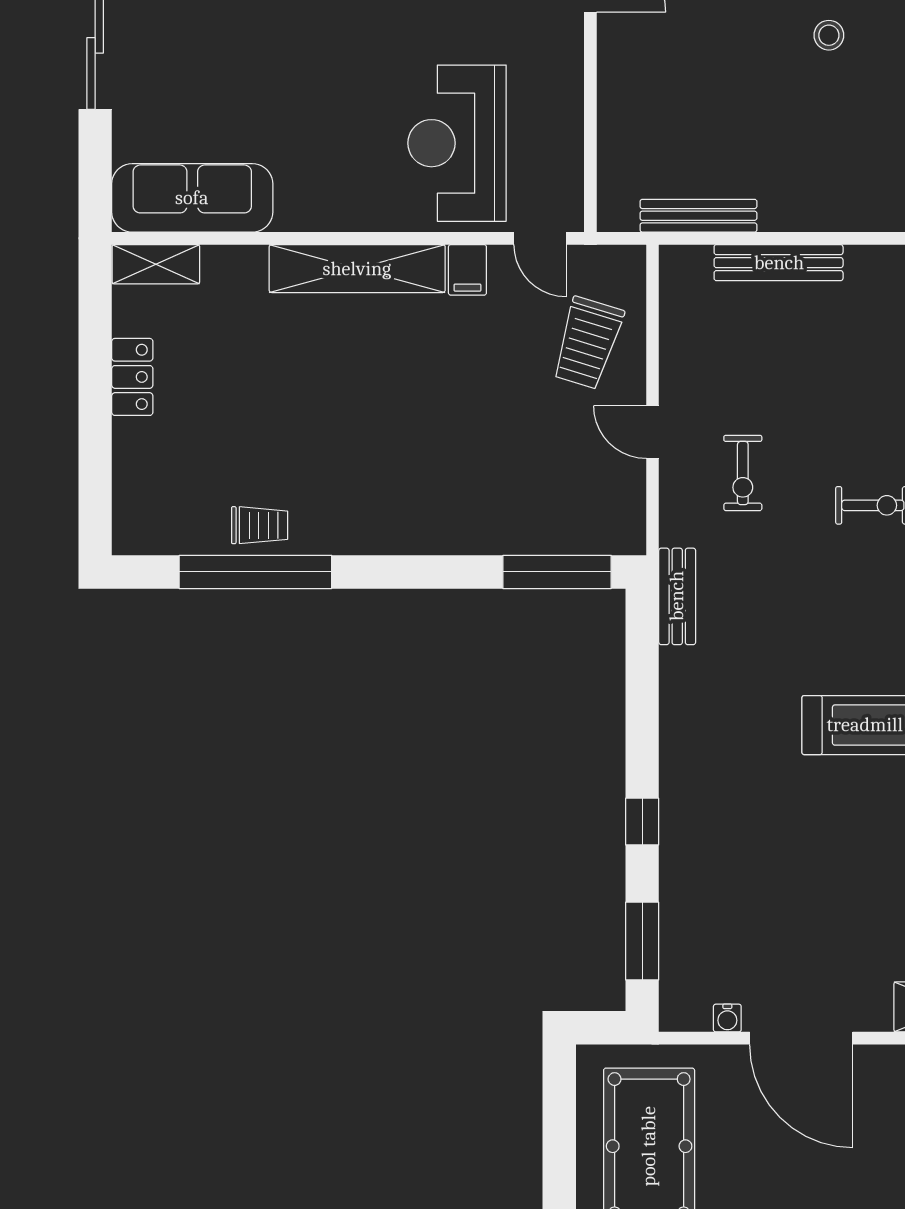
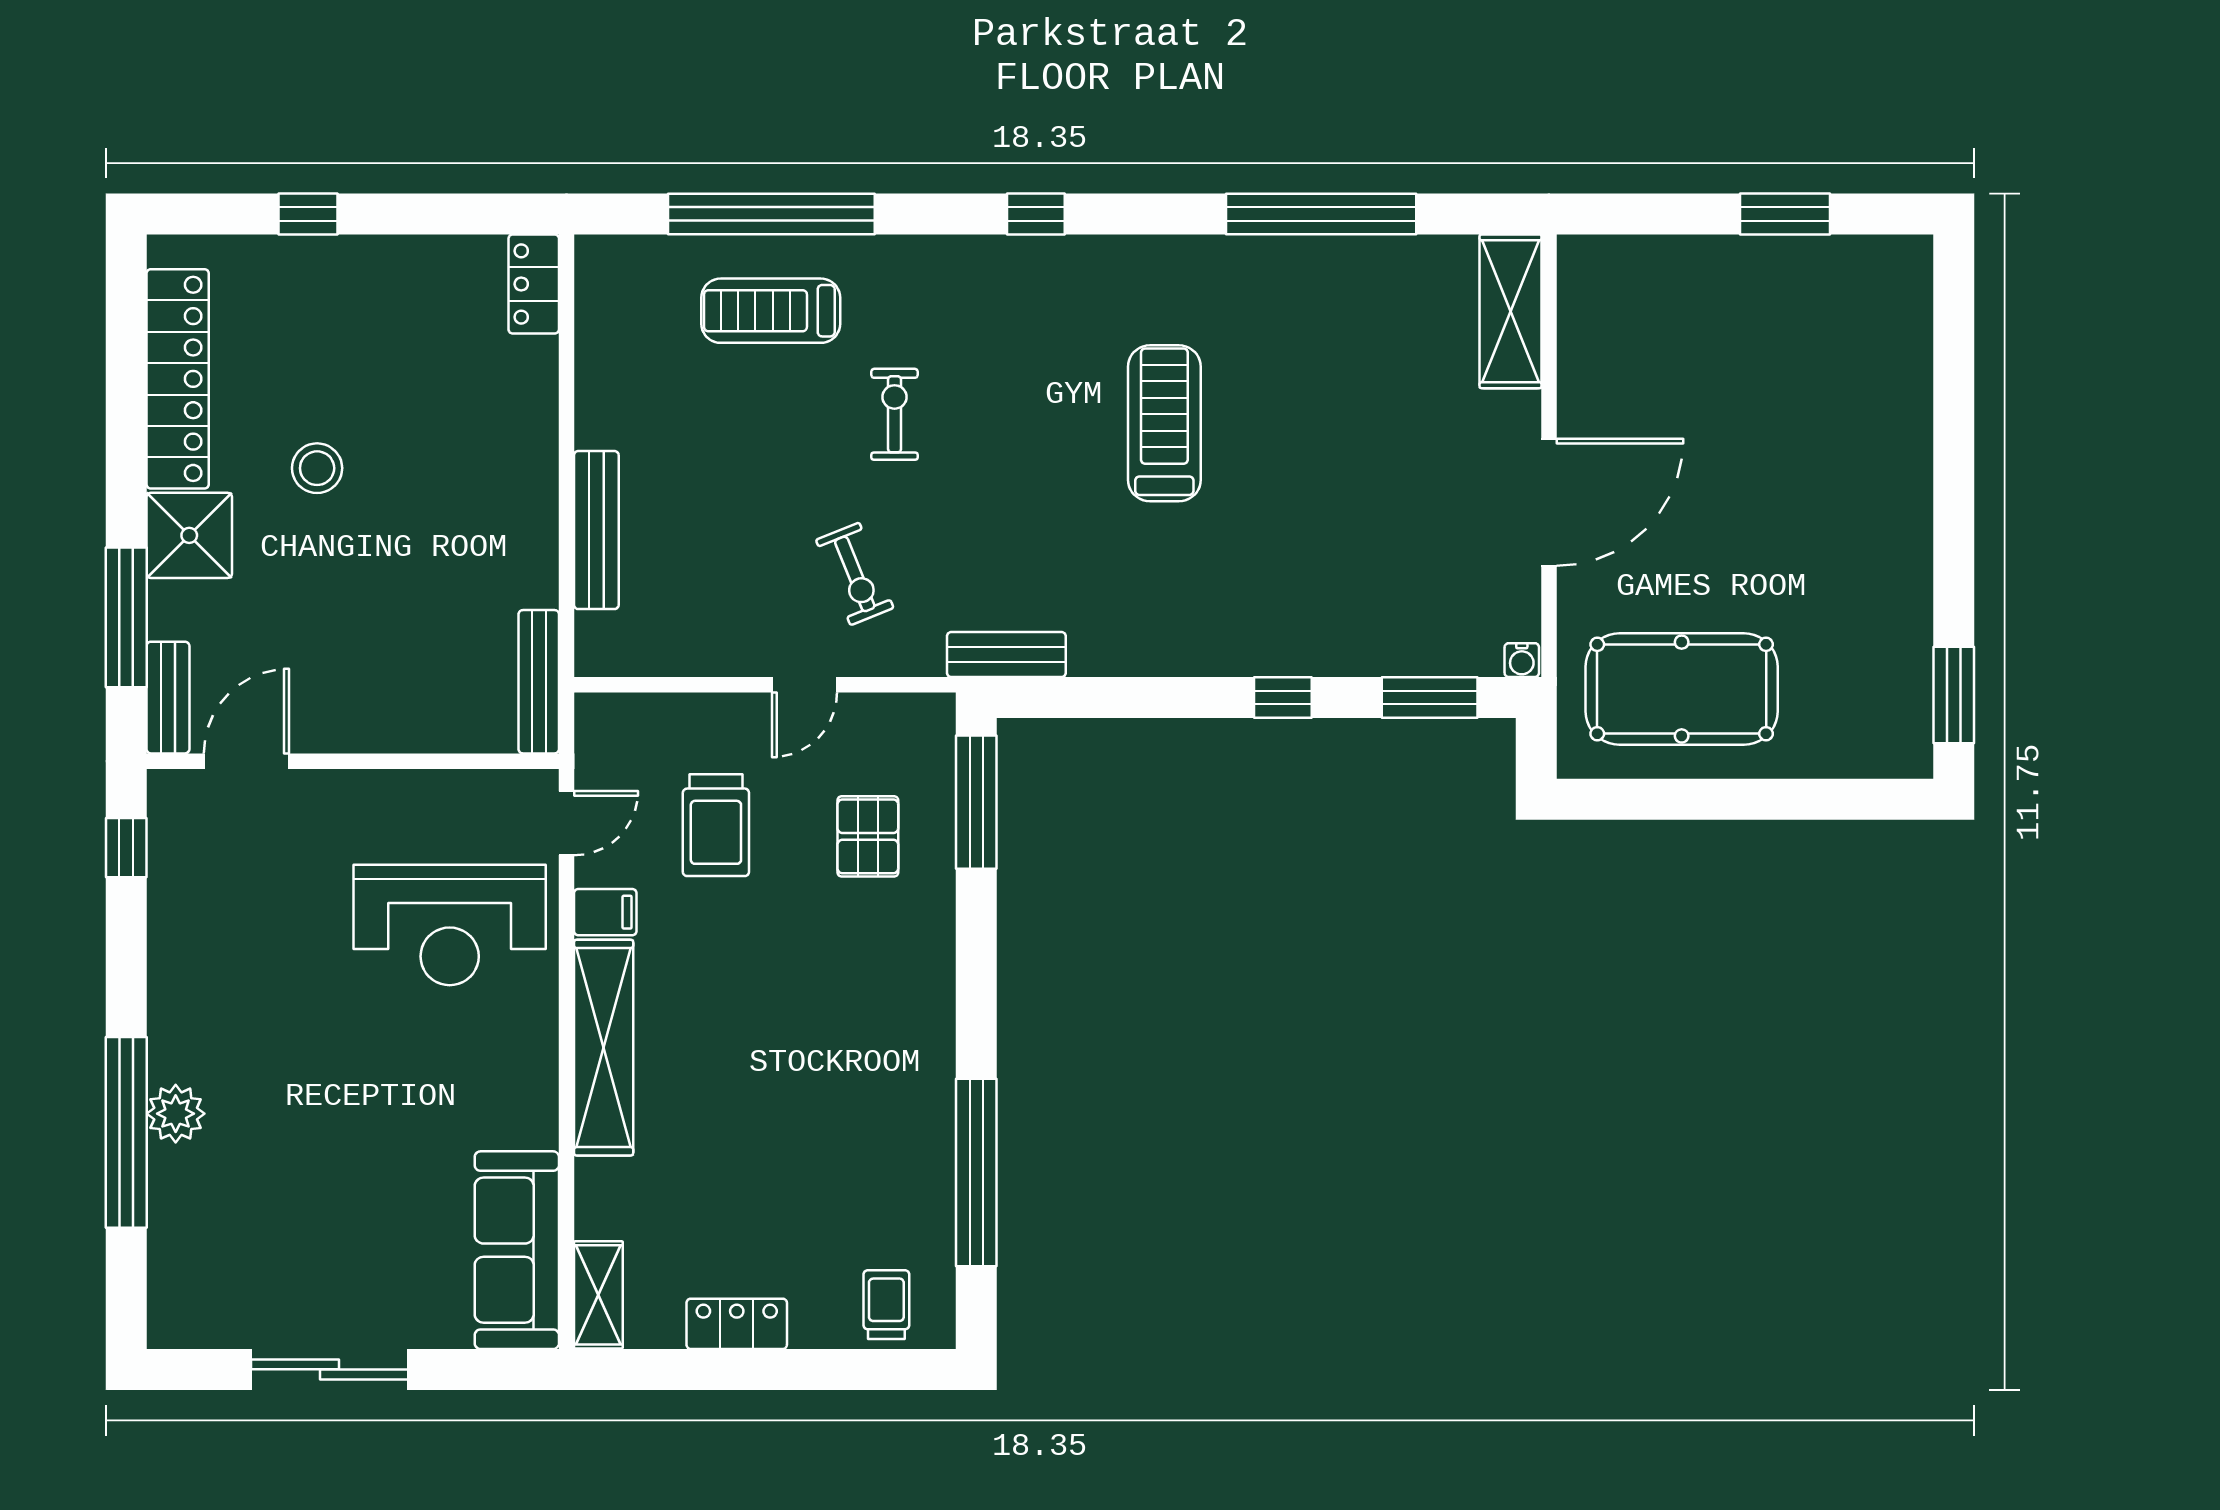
stool: (829, 35) -> (317, 468), width x1.37, depth x1.37
bench: (698, 216) -> (539, 682), moved
trolley: (588, 343) -> (716, 825), moved, turned 73
exercise bike: (743, 473) -> (855, 574), turned 68
pallet: (529, 484) -> (868, 836), added
trolley: (260, 525) -> (886, 1305), moved
water cooler: (727, 1018) -> (1522, 660), moved, turned 90

